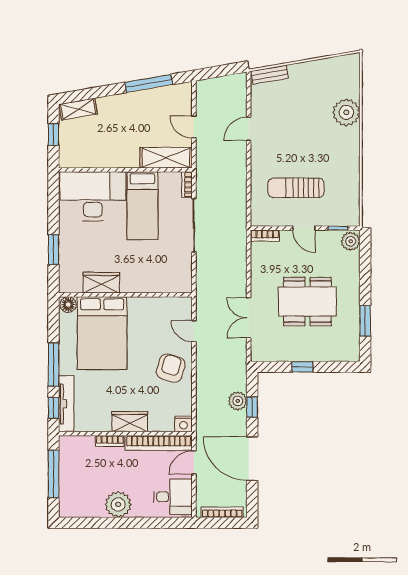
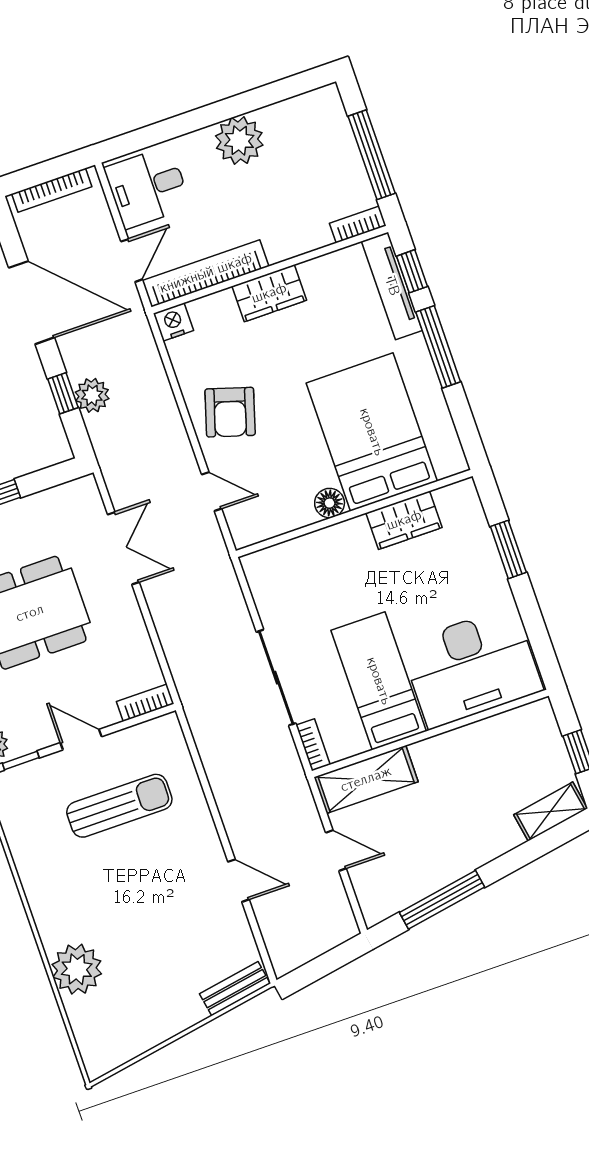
door: (249, 129) -> (238, 881), hinge flipped
floor lamp: (68, 305) -> (330, 503), moved
bookcase: (110, 441) -> (358, 224), moved

